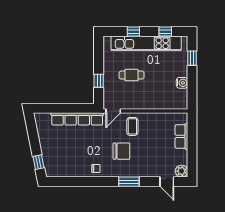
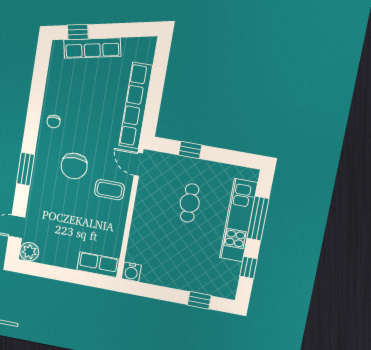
window: (133, 32) -> (258, 218), width x2.17
kitchen unit: (146, 43) -> (238, 220), width x0.73
water cooler: (182, 83) -> (131, 272), moved
row of seats: (181, 136) -> (98, 265), moved
row of seats: (47, 152) -> (92, 48), added

